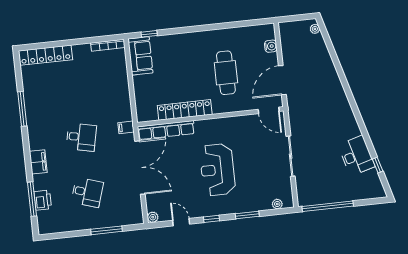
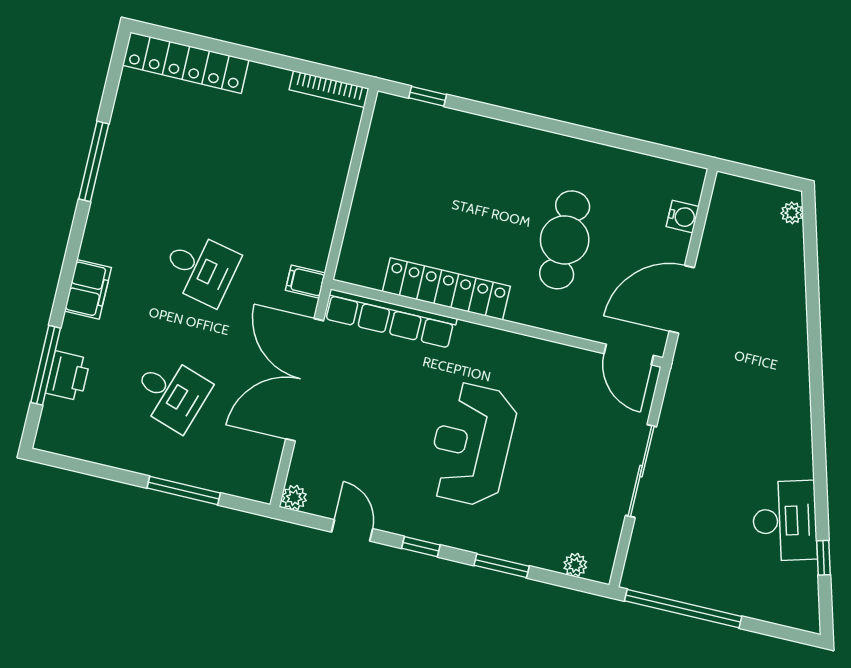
sofa: (140, 56) -> (392, 137), removed
double door: (140, 168) -> (305, 380), swing flipped

